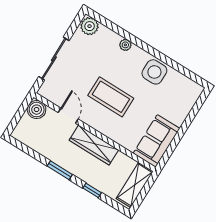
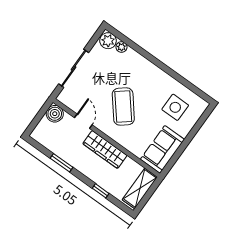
plant: (125, 45) -> (121, 47), moved
side table: (154, 72) -> (175, 107), moved
coffee table: (111, 97) -> (123, 107), turned 51
window: (60, 170) -> (61, 163), moved

